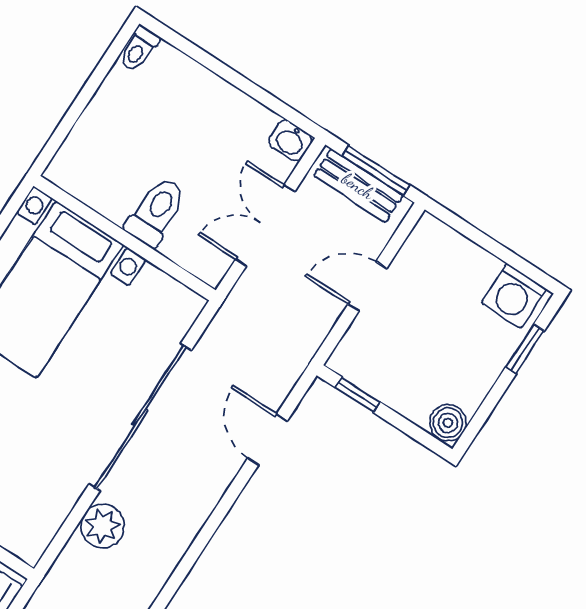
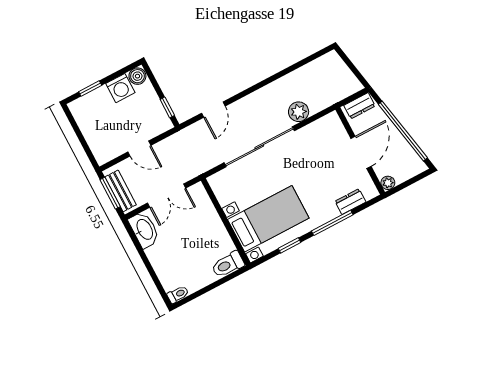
washbasin: (290, 140) -> (144, 230), width x1.91, depth x1.45
toilet: (156, 212) -> (228, 264), moved
washing machine: (514, 296) -> (120, 88), moved, turned 90

